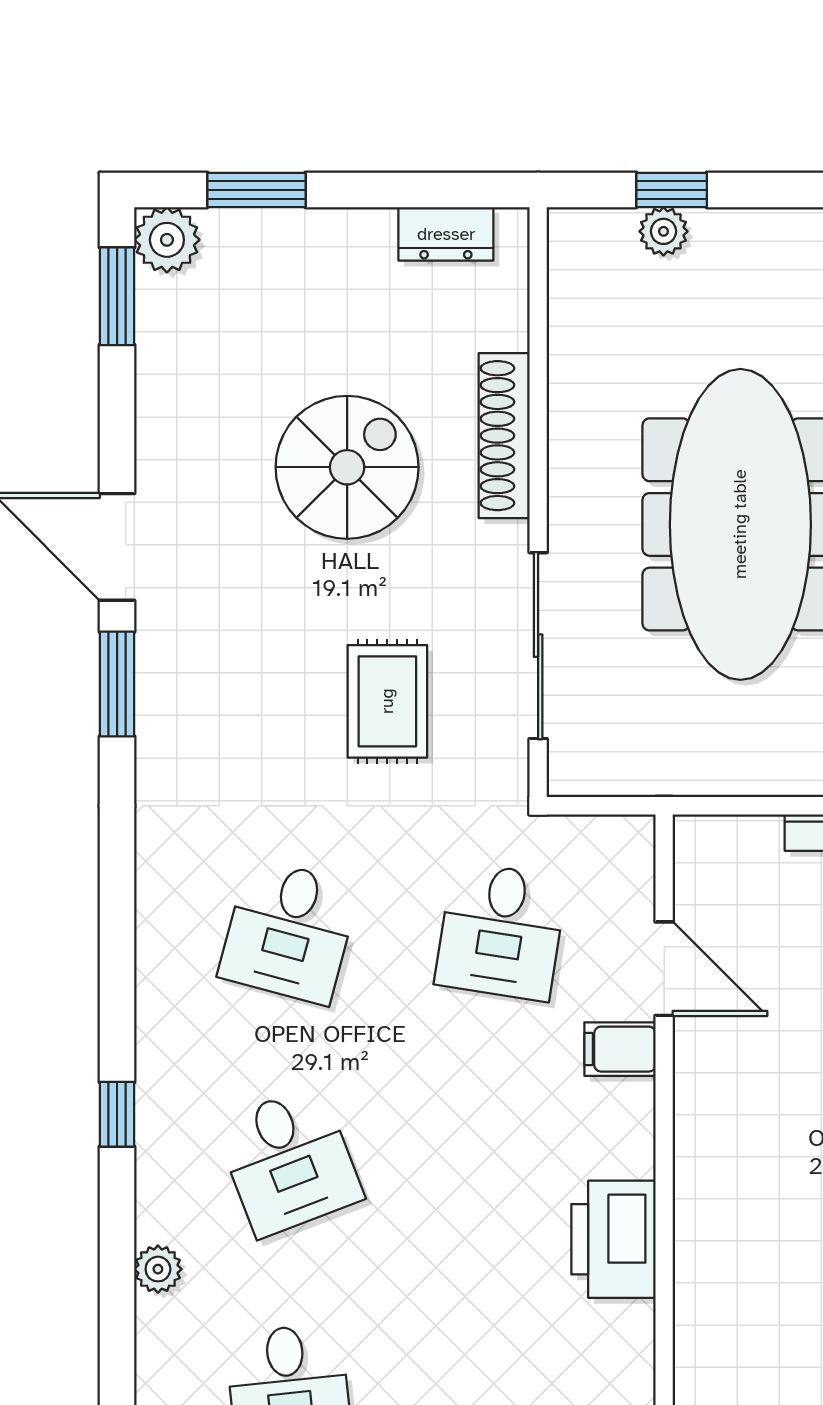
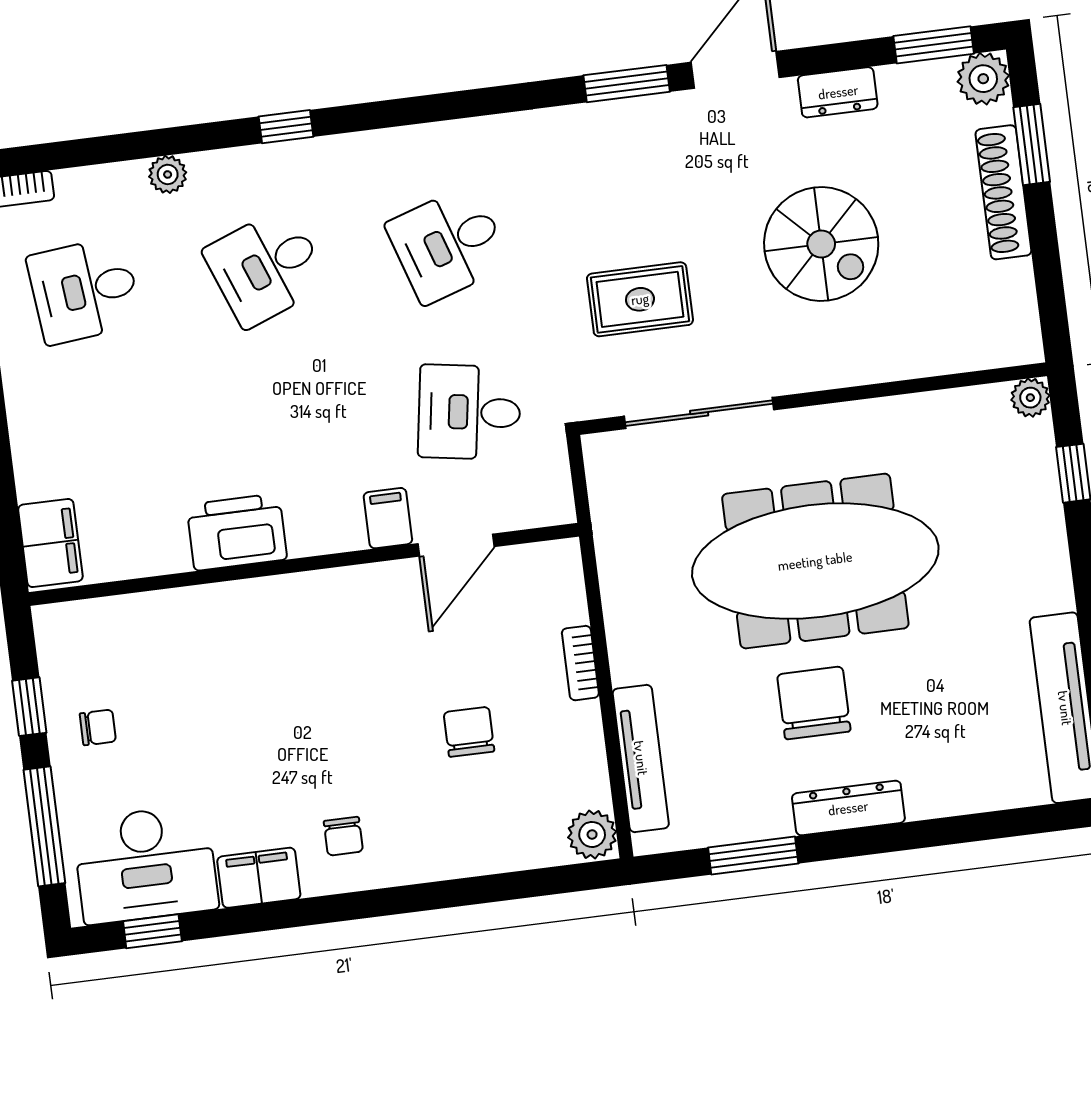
plant: (663, 231) -> (1030, 398), moved
dresser: (446, 234) -> (838, 92), moved, turned -90
shoe rack: (504, 436) -> (1003, 192), moved, turned -90
desk: (289, 931) -> (448, 244), turned -33

